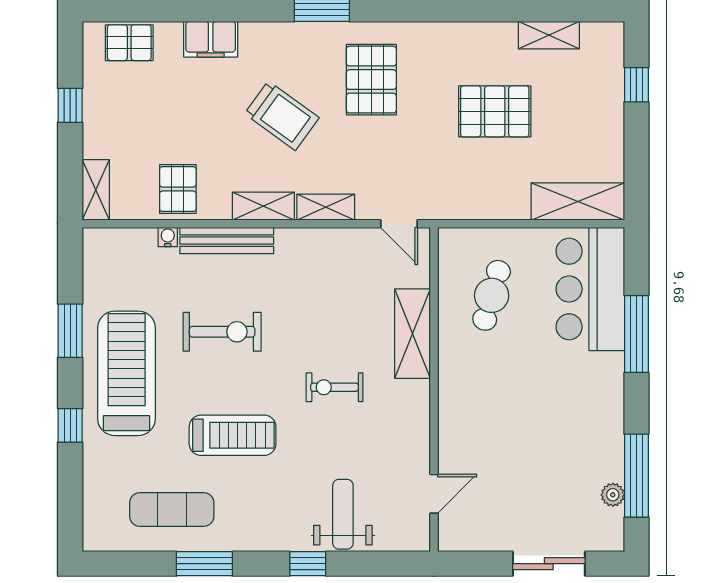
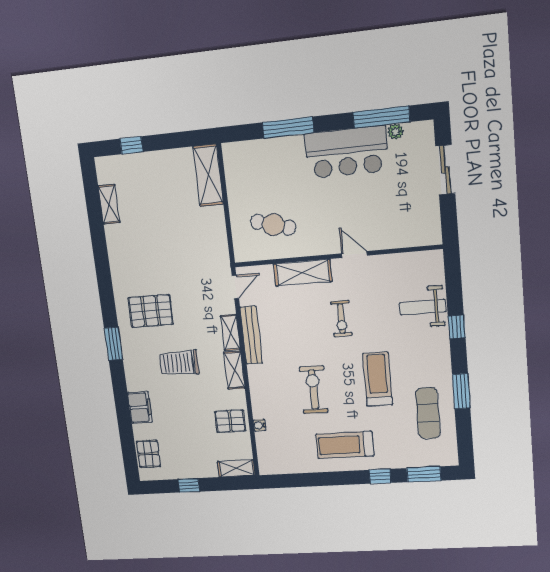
pallet: (495, 111) -> (159, 234), removed
trolley: (282, 116) -> (179, 363), turned -126
bench: (227, 241) -> (251, 335), moved
bar counter: (590, 289) -> (347, 152), moved
window: (70, 331) -> (424, 474), moved
treadmill: (127, 373) -> (345, 445), width x0.73, depth x0.73
door: (434, 494) -> (354, 254), moved

